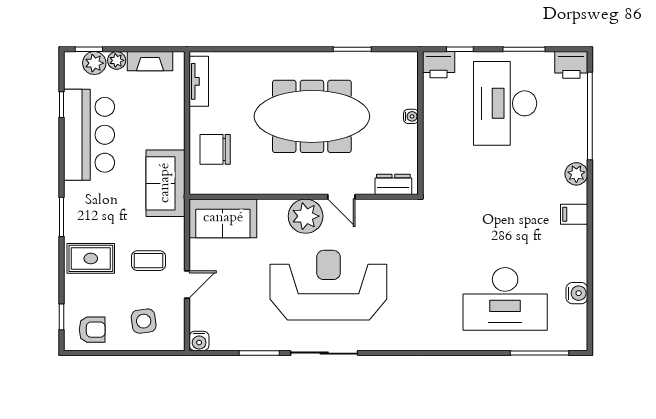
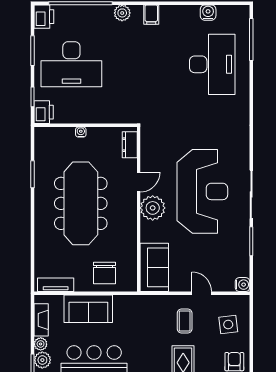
sofa: (165, 183) -> (88, 309), moved
reception desk: (328, 285) -> (202, 191), turned 180

